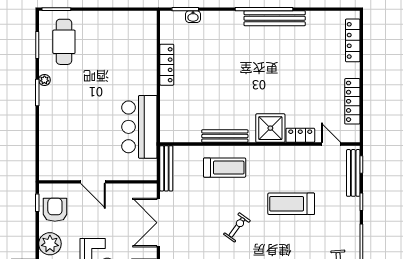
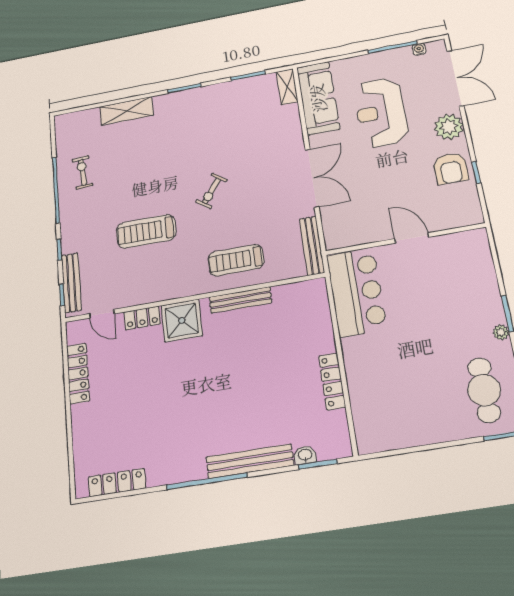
bench: (275, 18) -> (250, 461), moved
locker: (353, 40) -> (117, 482), moved, turned -90
door: (93, 182) -> (412, 238), moved
wall: (98, 182) -> (405, 239), moved
treadmill: (291, 204) -> (146, 231), turned 180

